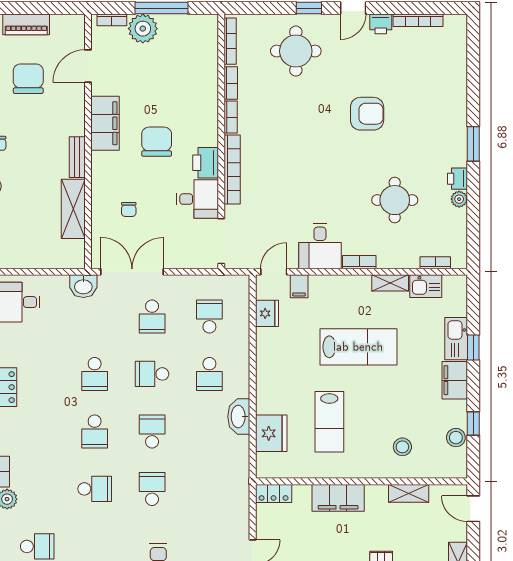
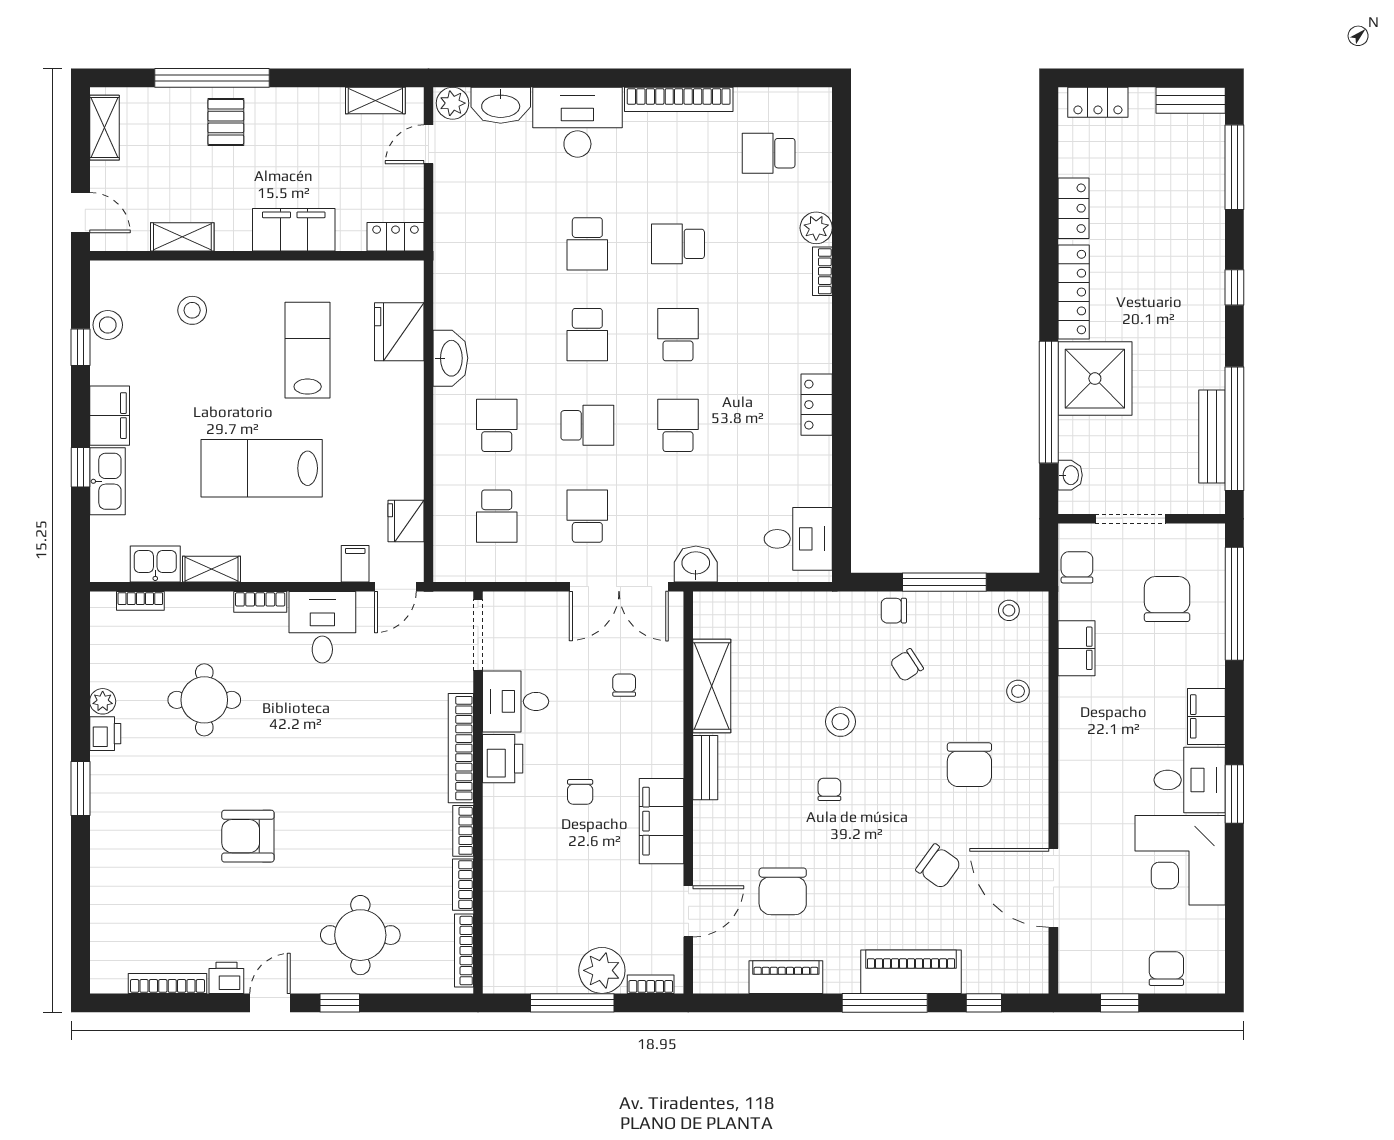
chair: (157, 142) -> (580, 792), width x0.54, depth x0.54

